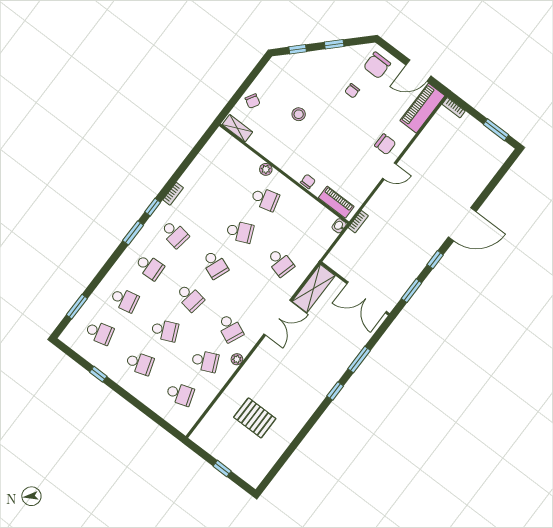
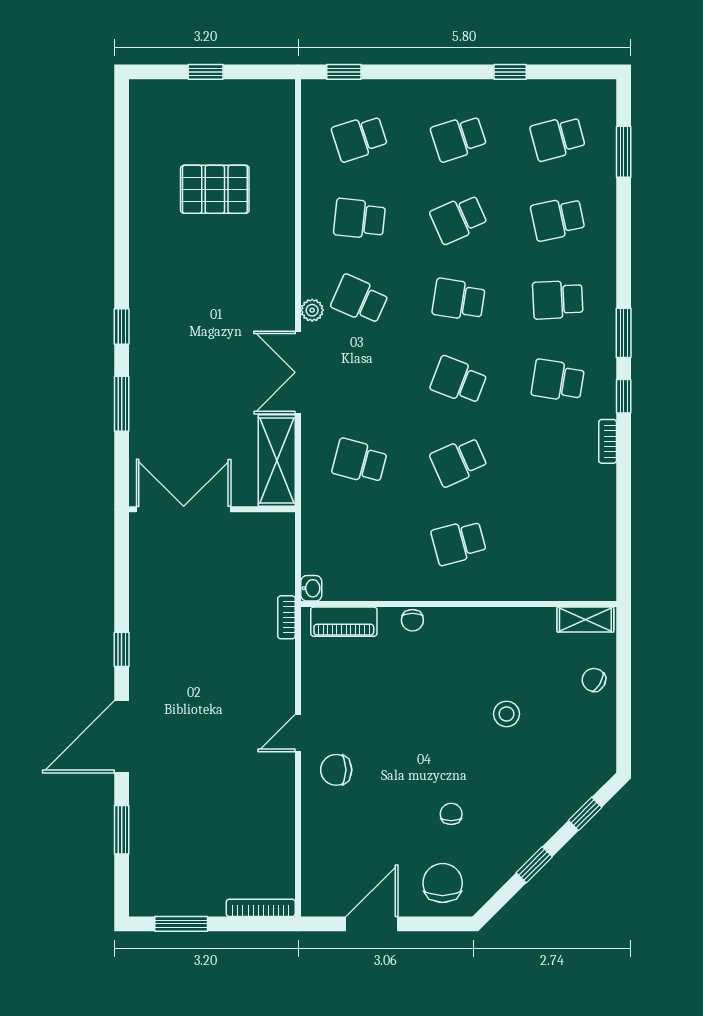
piano: (422, 108) -> (321, 870), removed
bookcase: (454, 108) -> (261, 908), width x1.56
plant: (266, 169) -> (492, 589), removed
window: (412, 291) -> (122, 830), moved
plant: (237, 359) -> (312, 310), moved
school desk: (205, 361) -> (360, 219), turned 30
window: (166, 426) -> (344, 72), added

